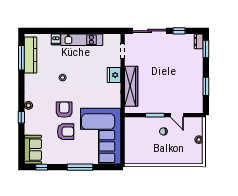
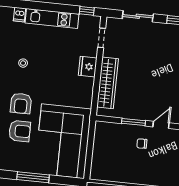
window: (109, 31) -> (87, 11), added
sliding door: (150, 31) -> (138, 16), width x0.73
armchair: (64, 110) -> (21, 103), turned 180
door: (177, 115) -> (161, 125), swing flipped

